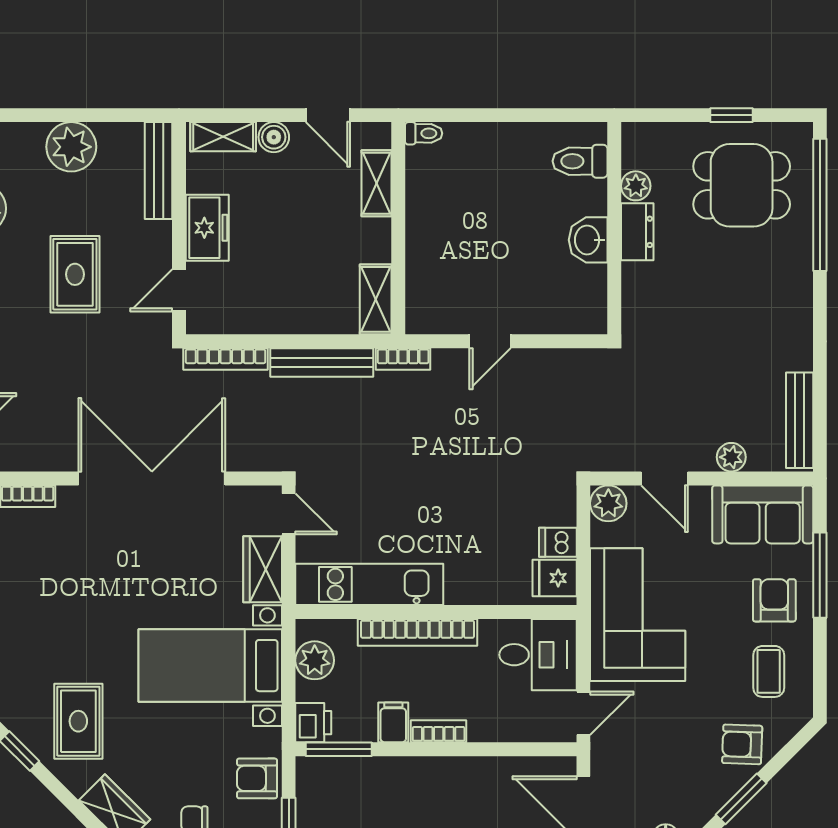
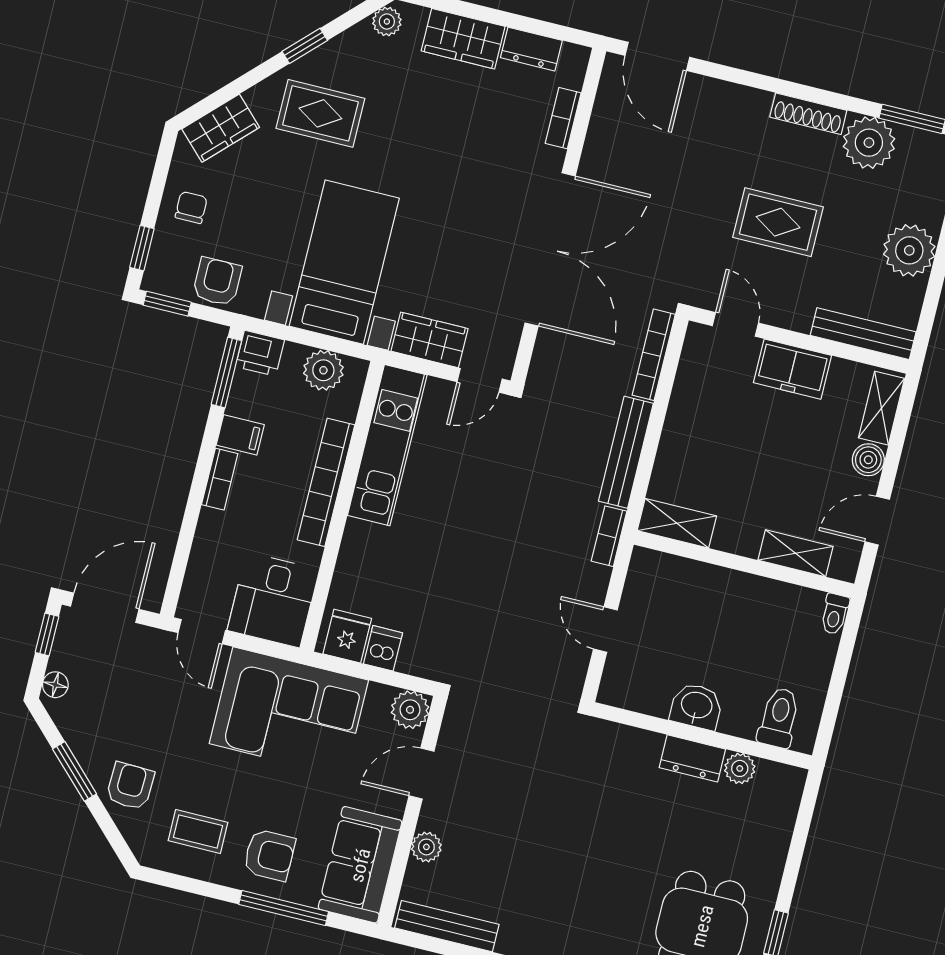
toilet: (580, 161) -> (779, 718), moved
plant: (636, 186) -> (740, 768), moved
wall: (614, 228) -> (702, 736), moved
dresser: (637, 232) -> (692, 758), moved
washbasin: (588, 240) -> (696, 706), moved

